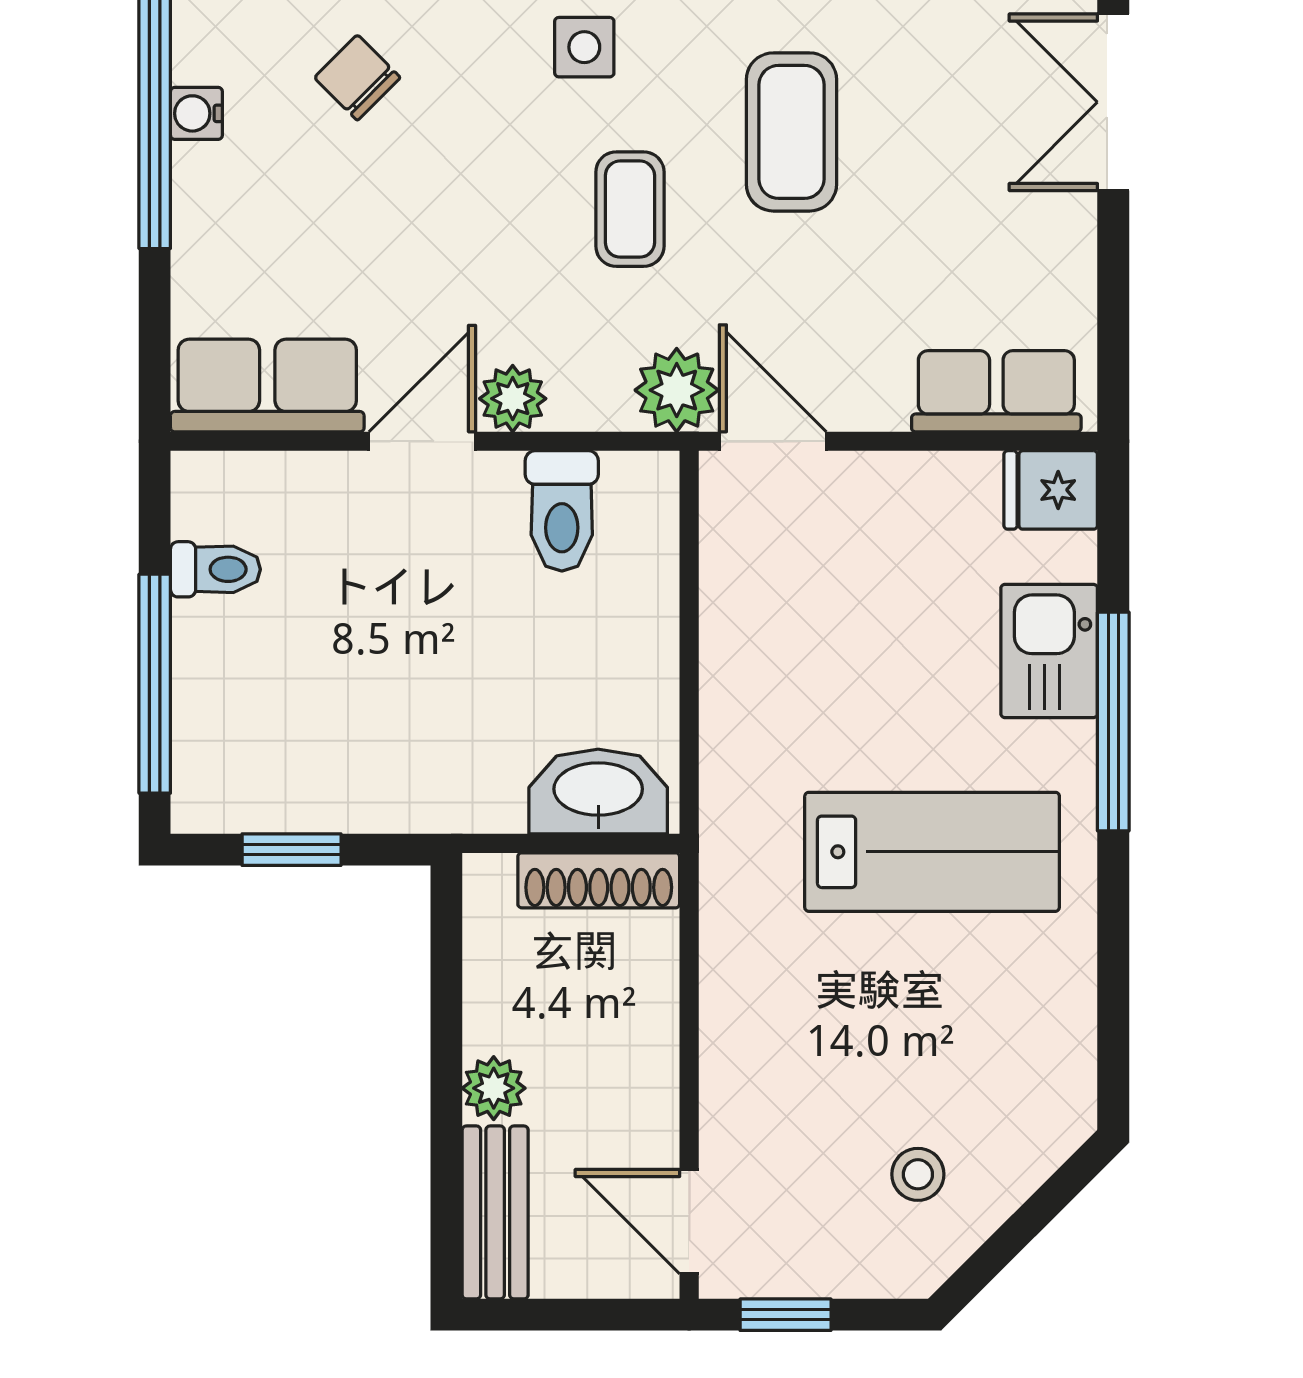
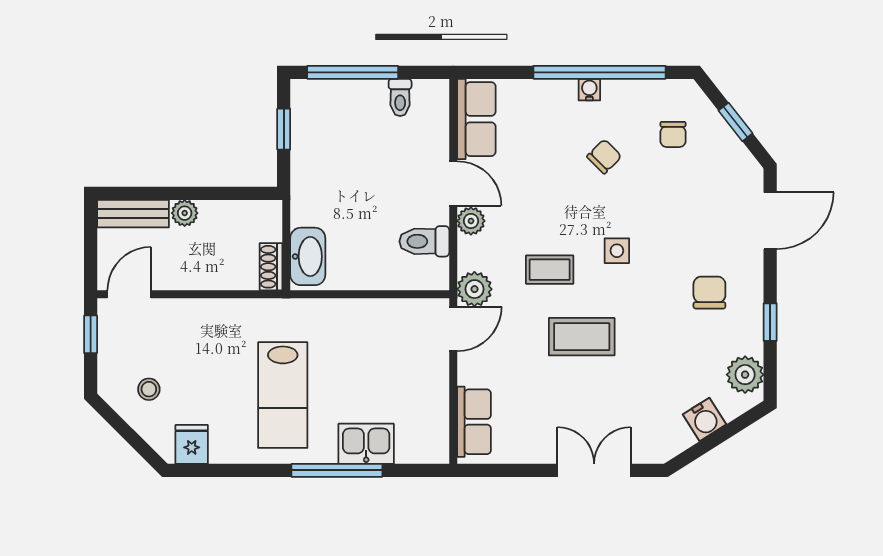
fridge: (1051, 490) -> (192, 444), moved
shoe rack: (599, 880) -> (271, 267), width x0.70

